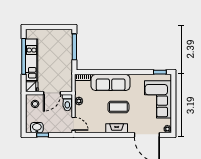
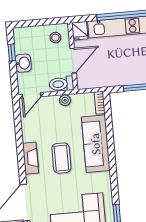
door: (52, 93) -> (73, 61), swing flipped
washbasin: (37, 128) -> (23, 63), moved

